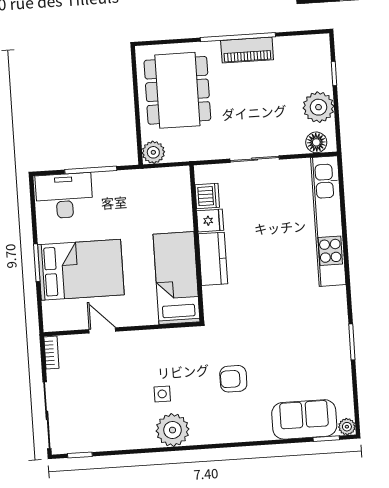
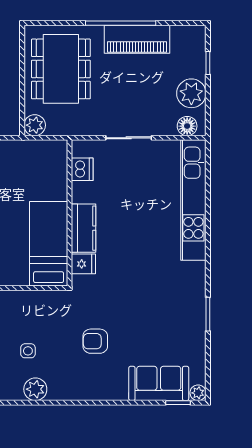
piano: (247, 50) -> (137, 39), width x1.37, depth x1.33
fridge: (210, 221) -> (83, 264), moved
plant: (172, 430) -> (35, 389), width x0.73, depth x0.73

